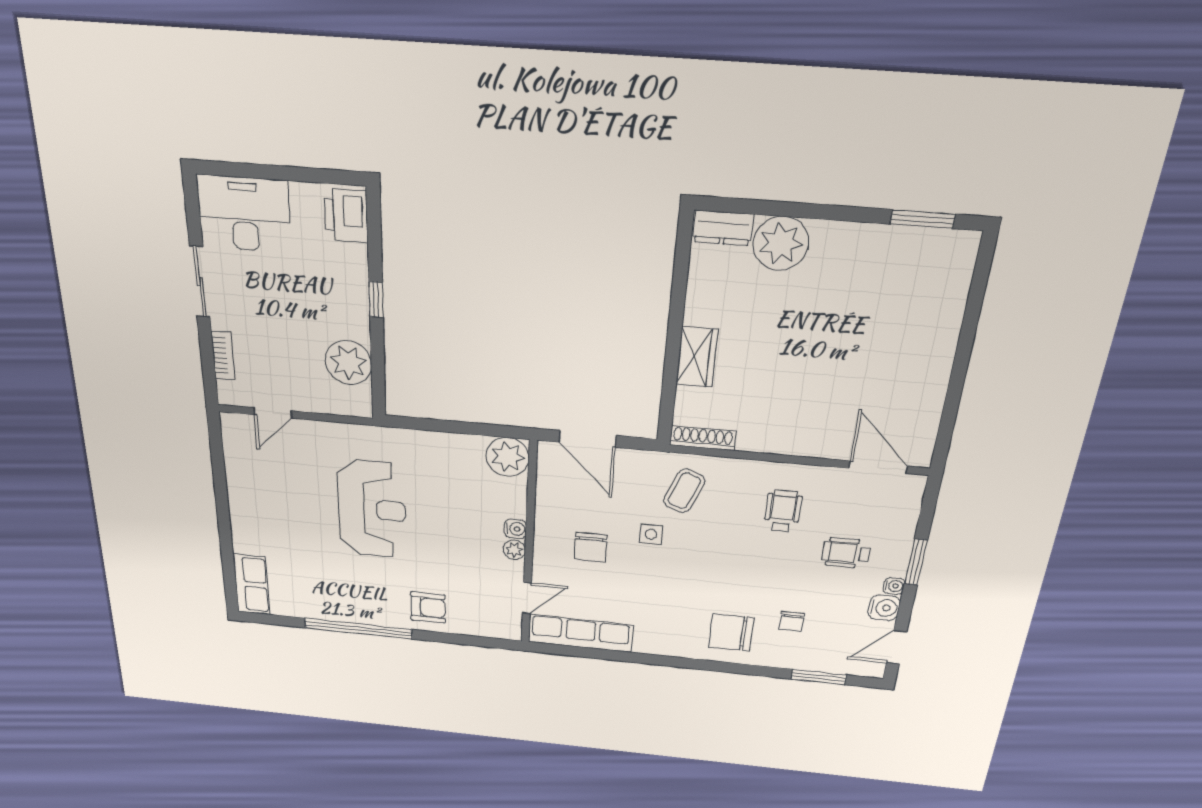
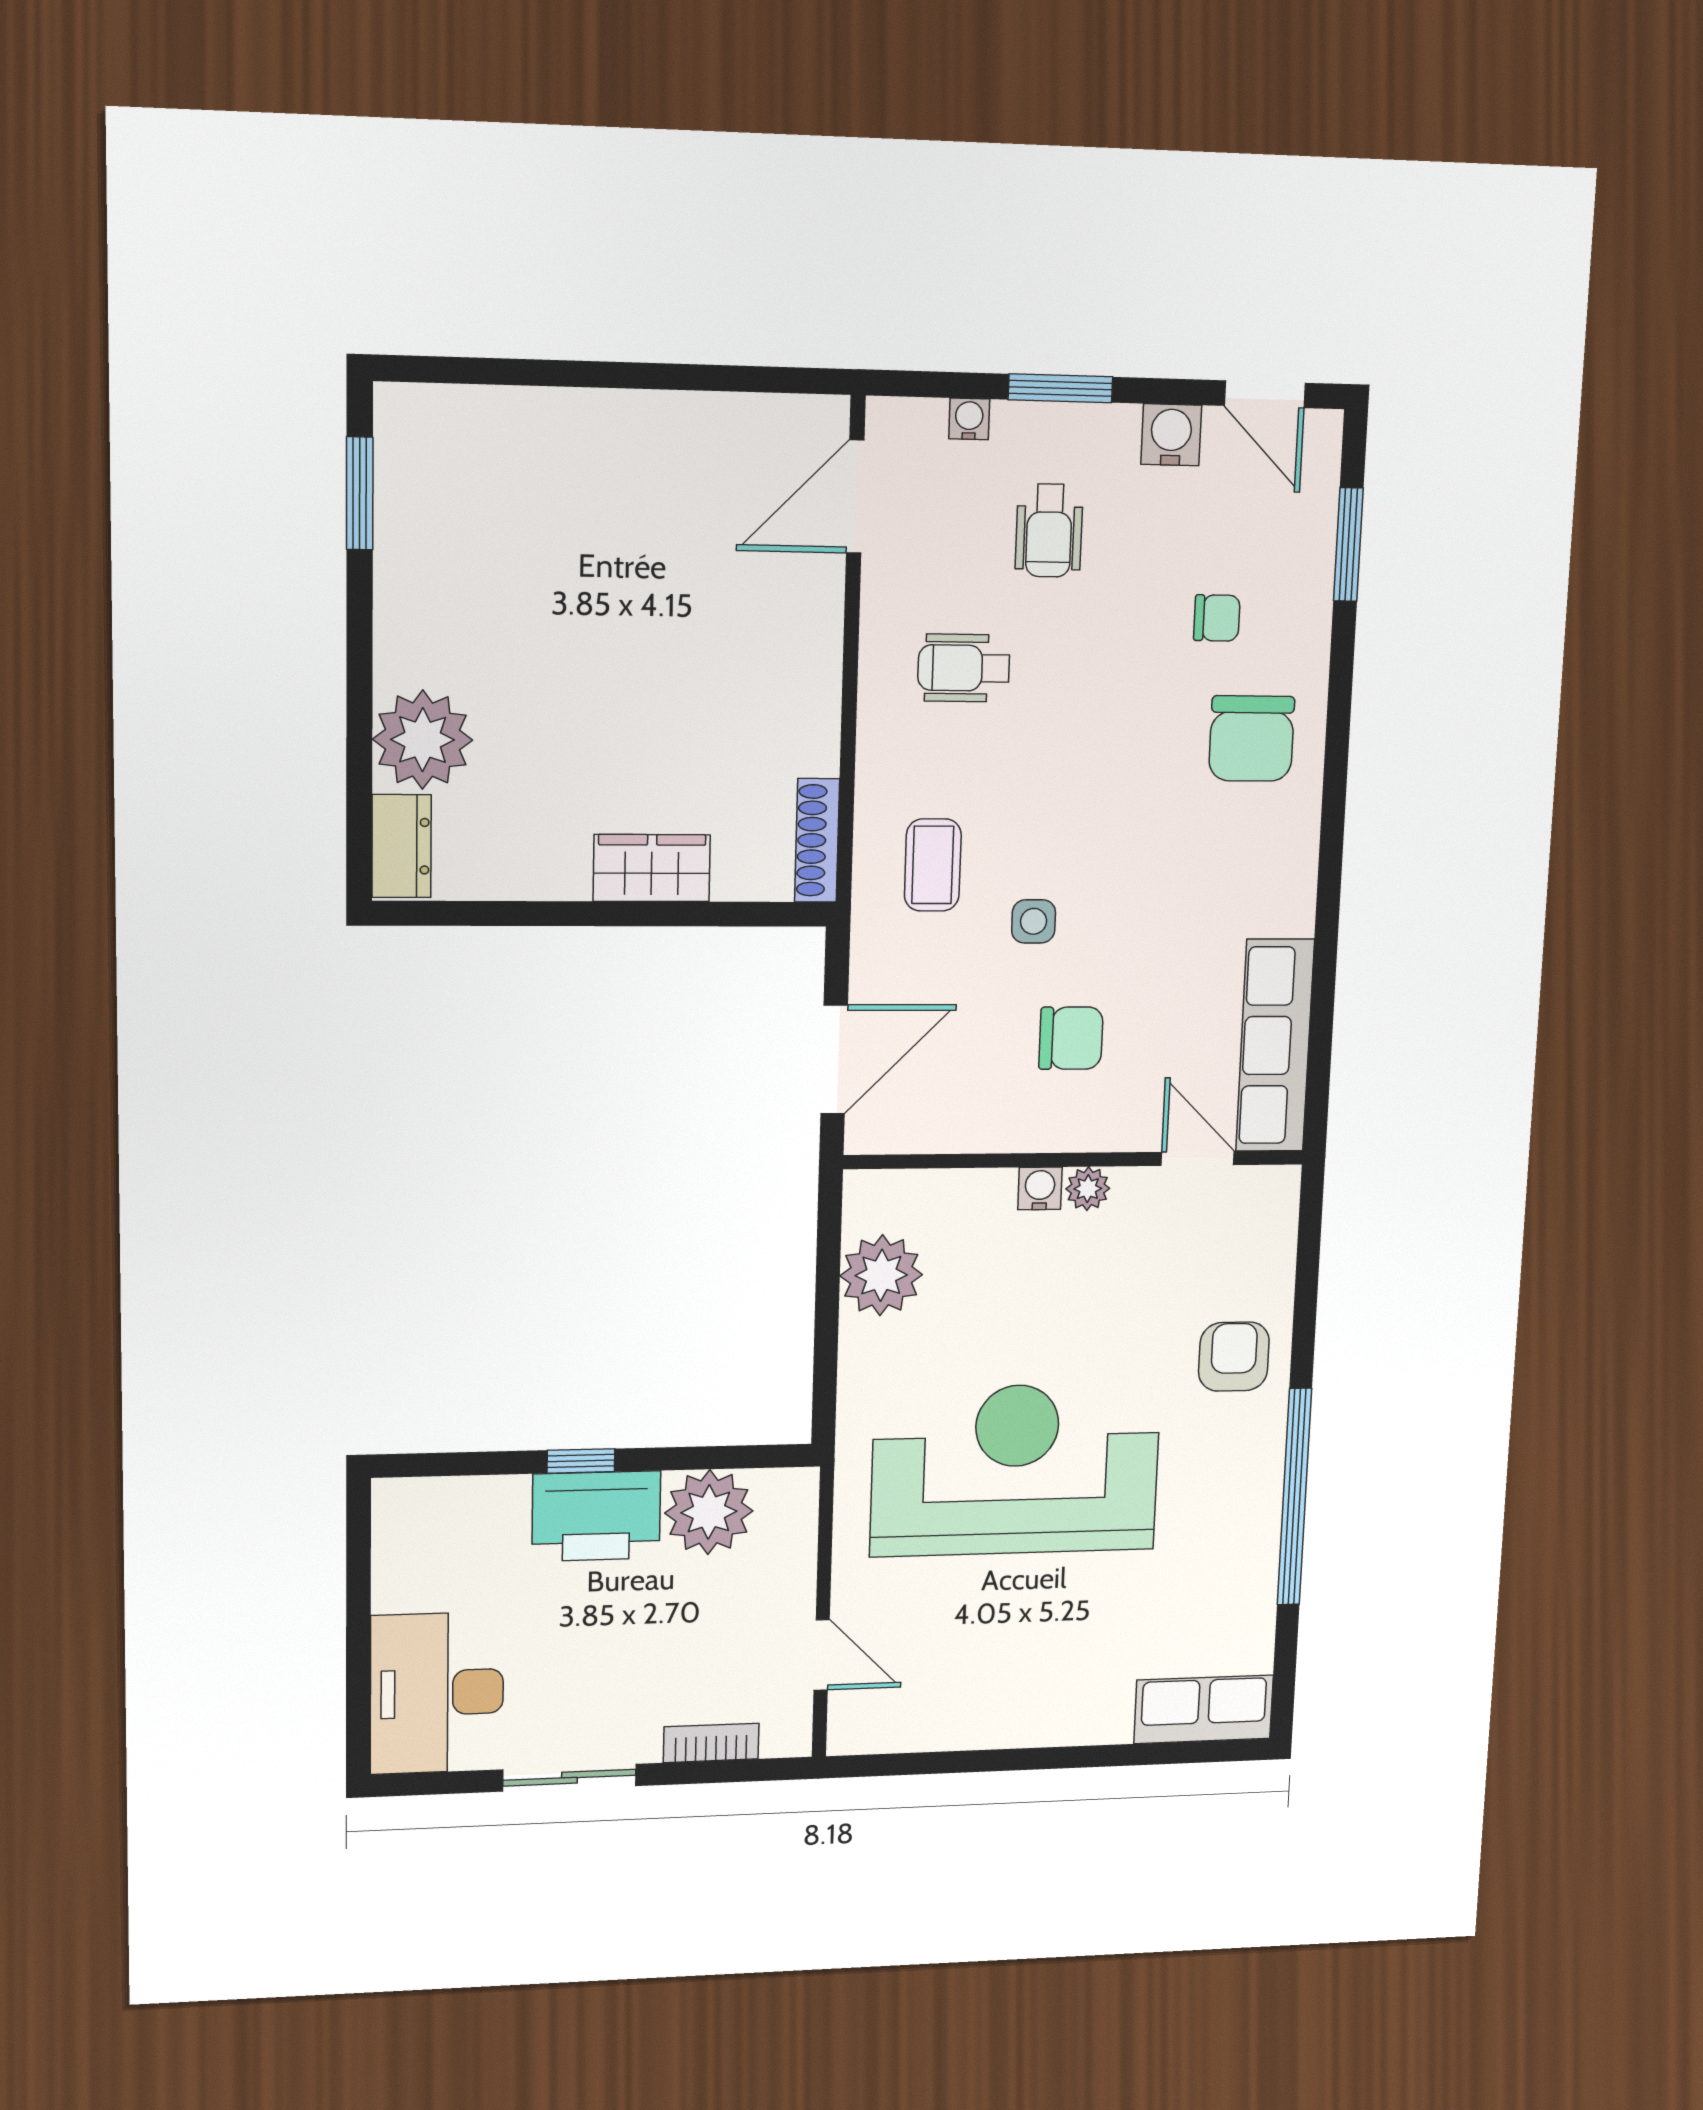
printer: (346, 216) -> (596, 1516), moved, width x1.37, depth x1.19
plant: (508, 457) -> (881, 1275), moved
coffee table: (684, 491) -> (933, 865), turned 69
reception desk: (372, 509) -> (1016, 1470), width x1.36, depth x1.30
water cooler: (894, 586) -> (969, 419), moved

